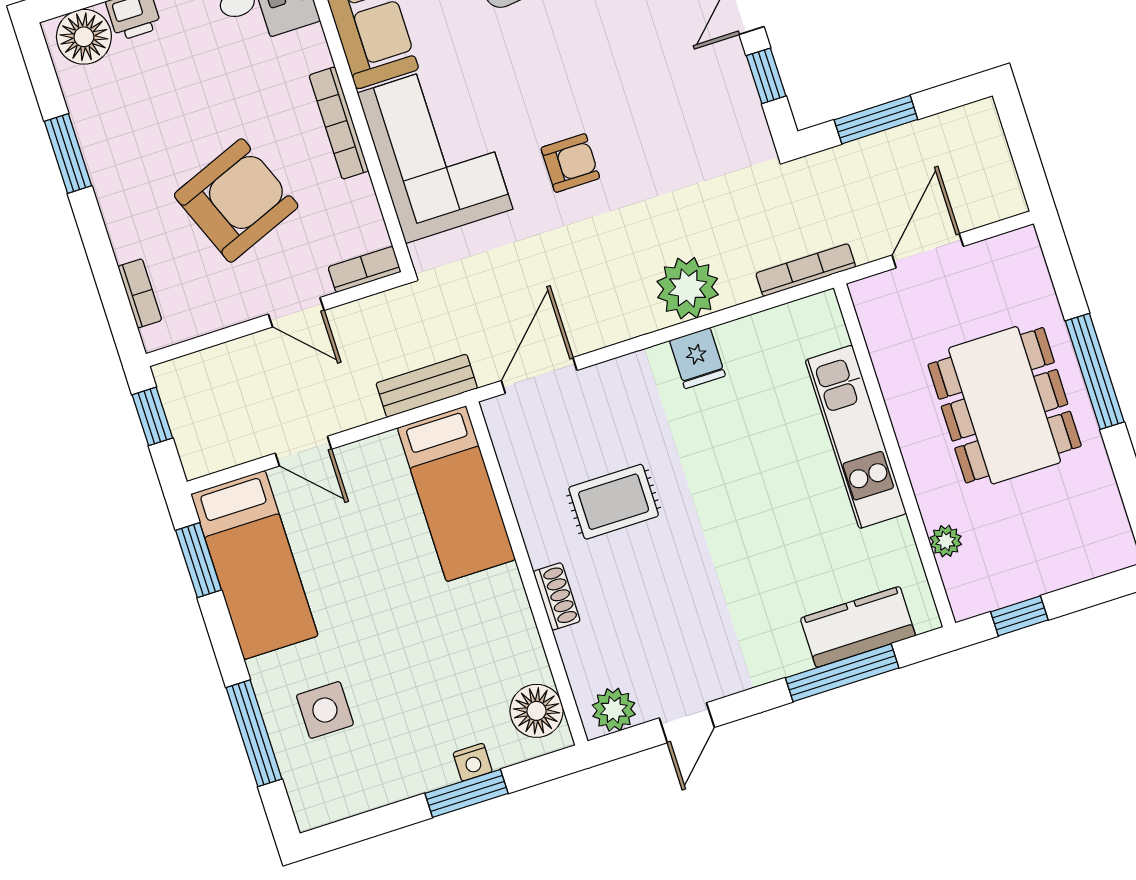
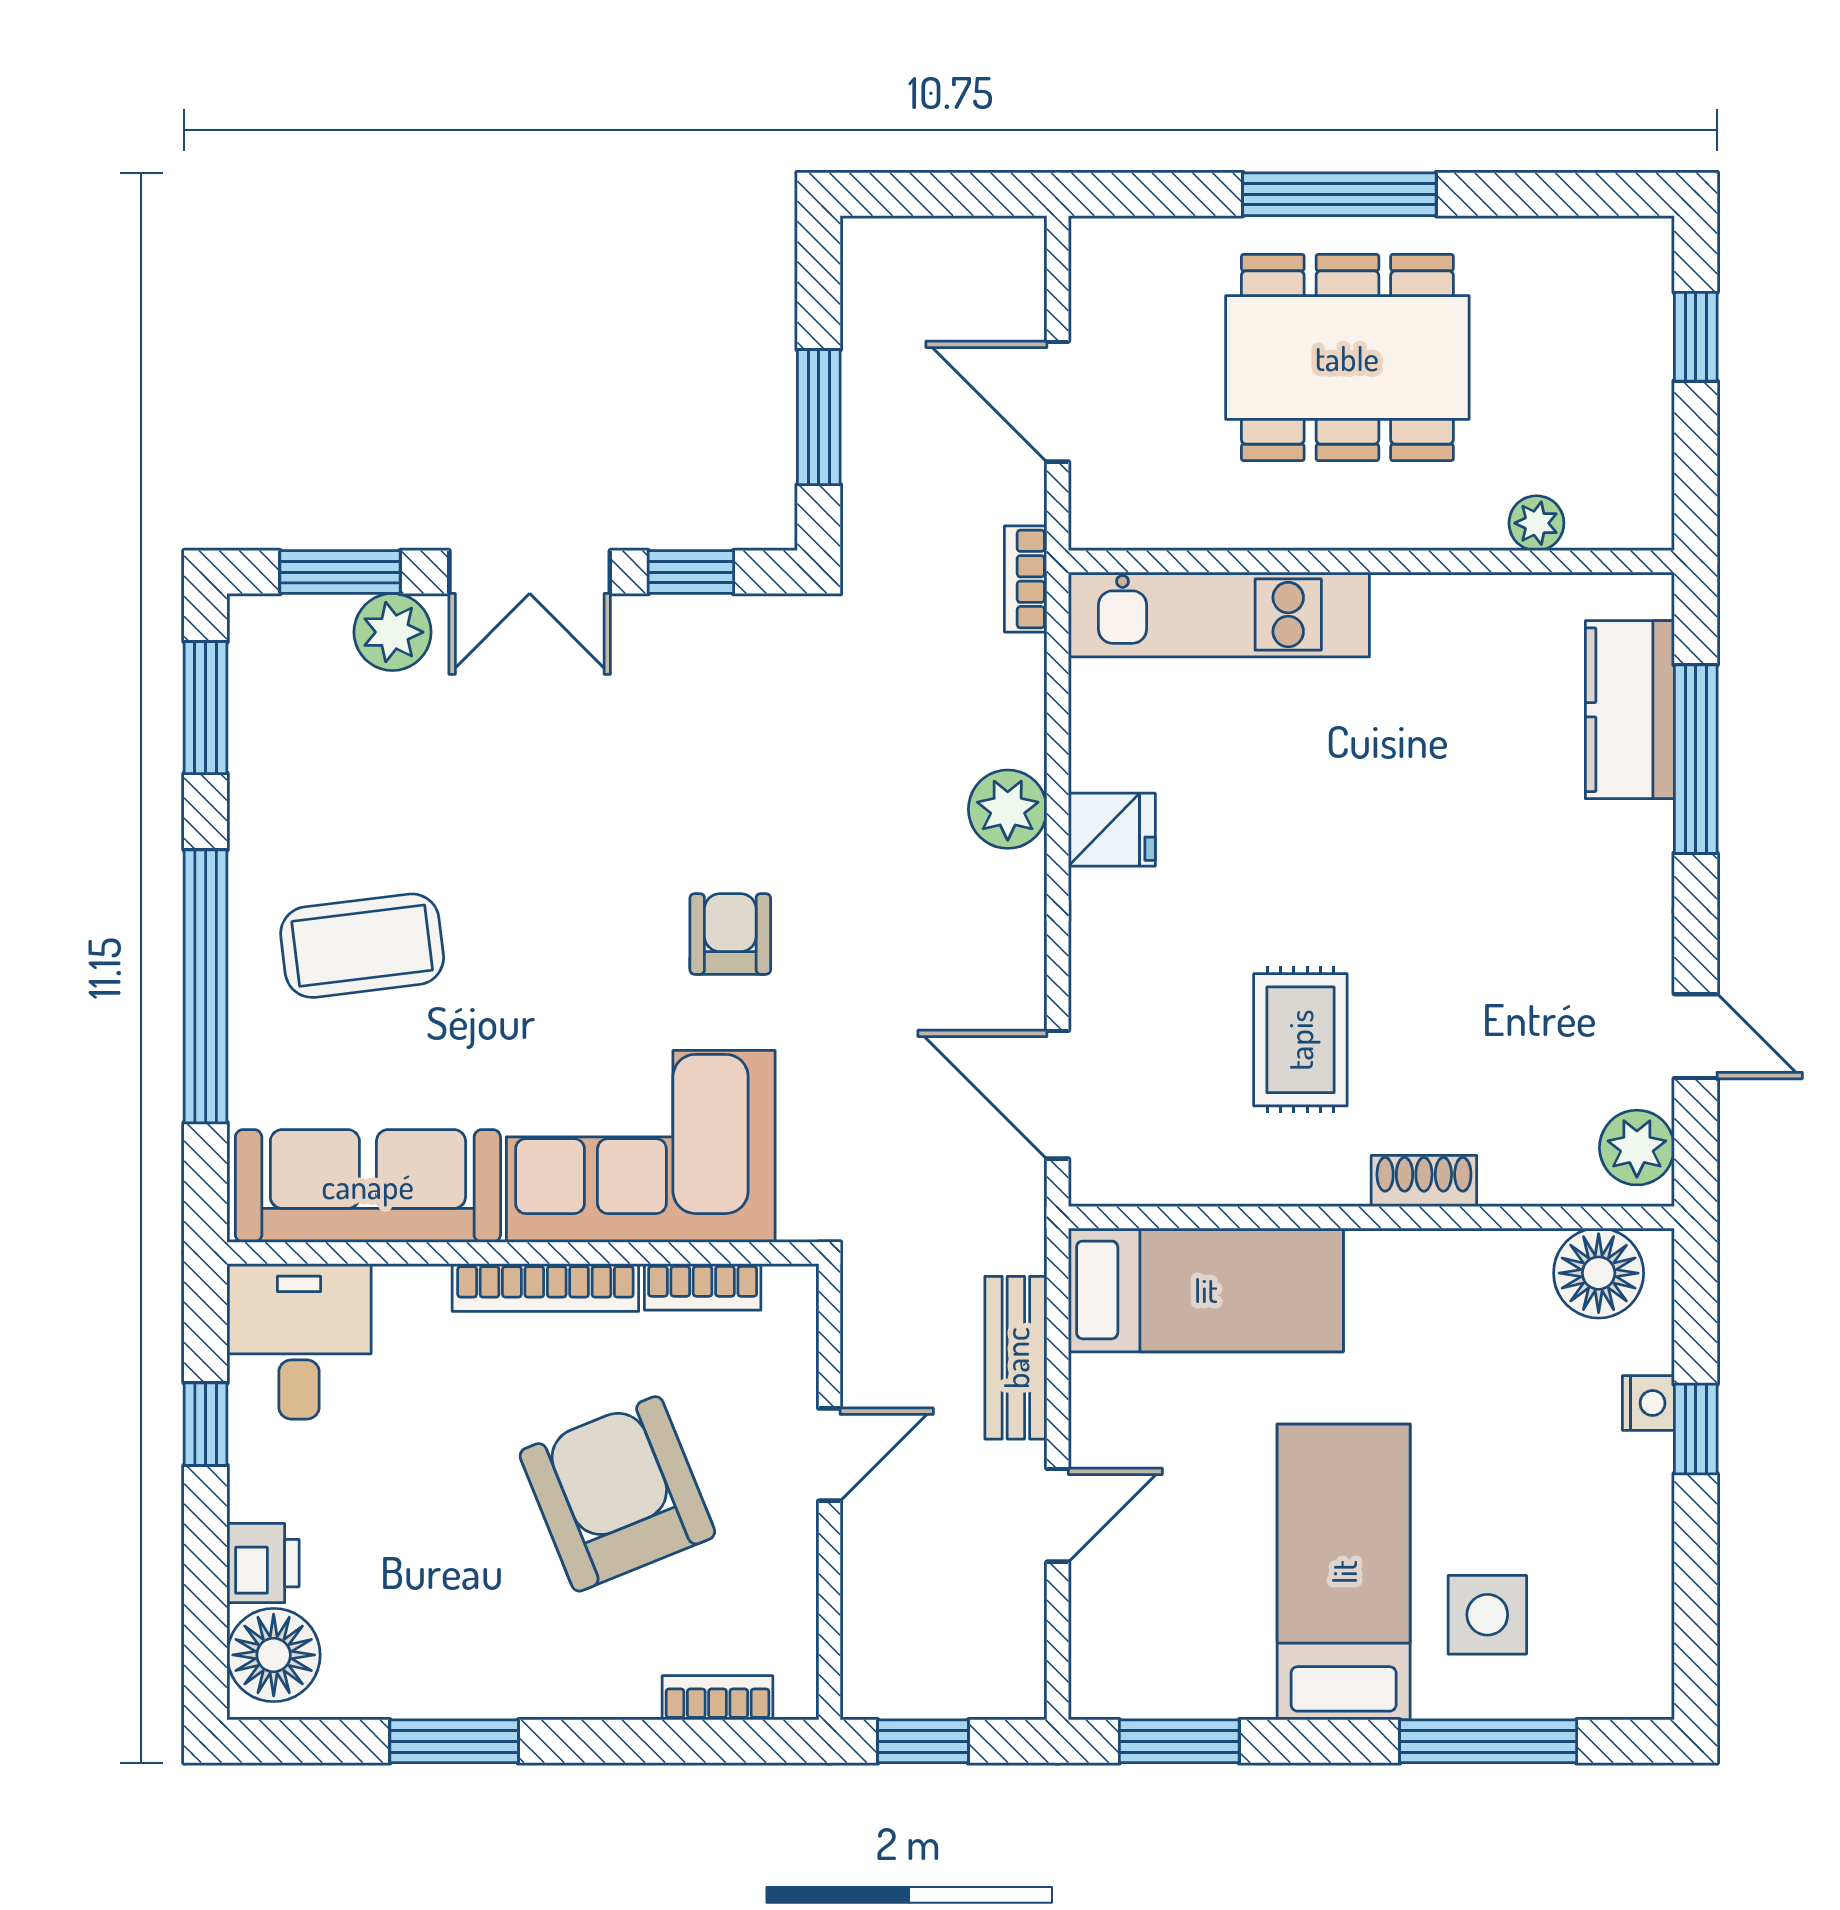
bookcase: (365, 269) -> (703, 1287), moved, turned -90
bookcase: (806, 270) -> (1026, 579), width x0.64
plant: (688, 288) -> (1008, 809), width x0.73, depth x0.73
bench: (427, 386) -> (1016, 1358), moved
kitchen unit: (856, 437) -> (1219, 615), moved
bed: (254, 565) -> (1344, 1572), moved, turned -90
window: (1019, 616) -> (1696, 337), moved
window: (467, 793) -> (1696, 1429), width x0.67

